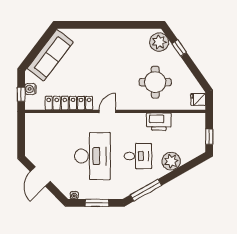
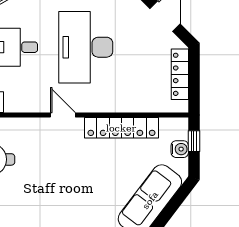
door: (107, 111) -> (63, 115), swing flipped
locker: (30, 138) -> (180, 74), added

